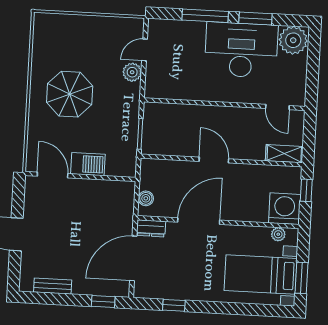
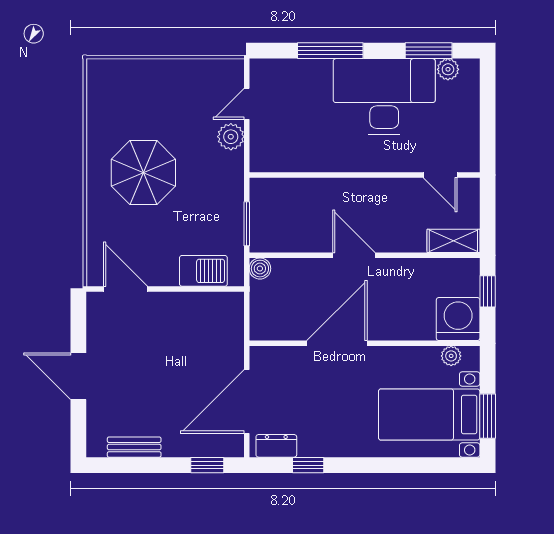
window: (255, 18) -> (429, 51), moved
plant: (293, 40) -> (448, 69), width x0.53, depth x0.53
barbecue: (88, 164) -> (203, 271), moved
boiler: (146, 198) -> (260, 269), moved
dresser: (151, 228) -> (276, 446), moved, turned 180

